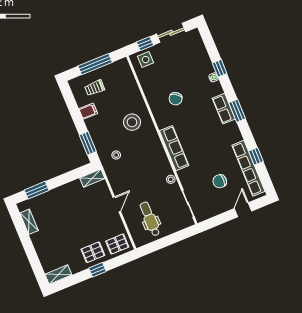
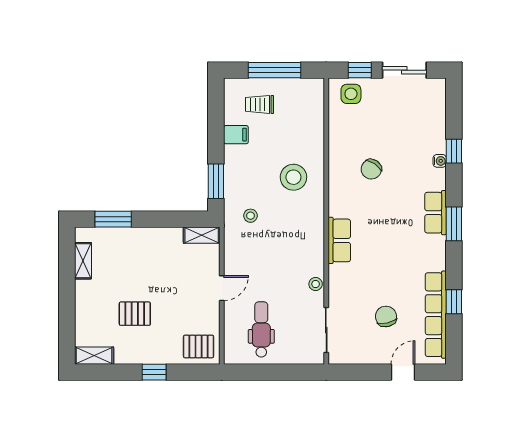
row of seats: (174, 148) -> (339, 240), width x0.68
chair: (220, 181) -> (386, 316), turned 77
pallet: (93, 252) -> (135, 314), moved

